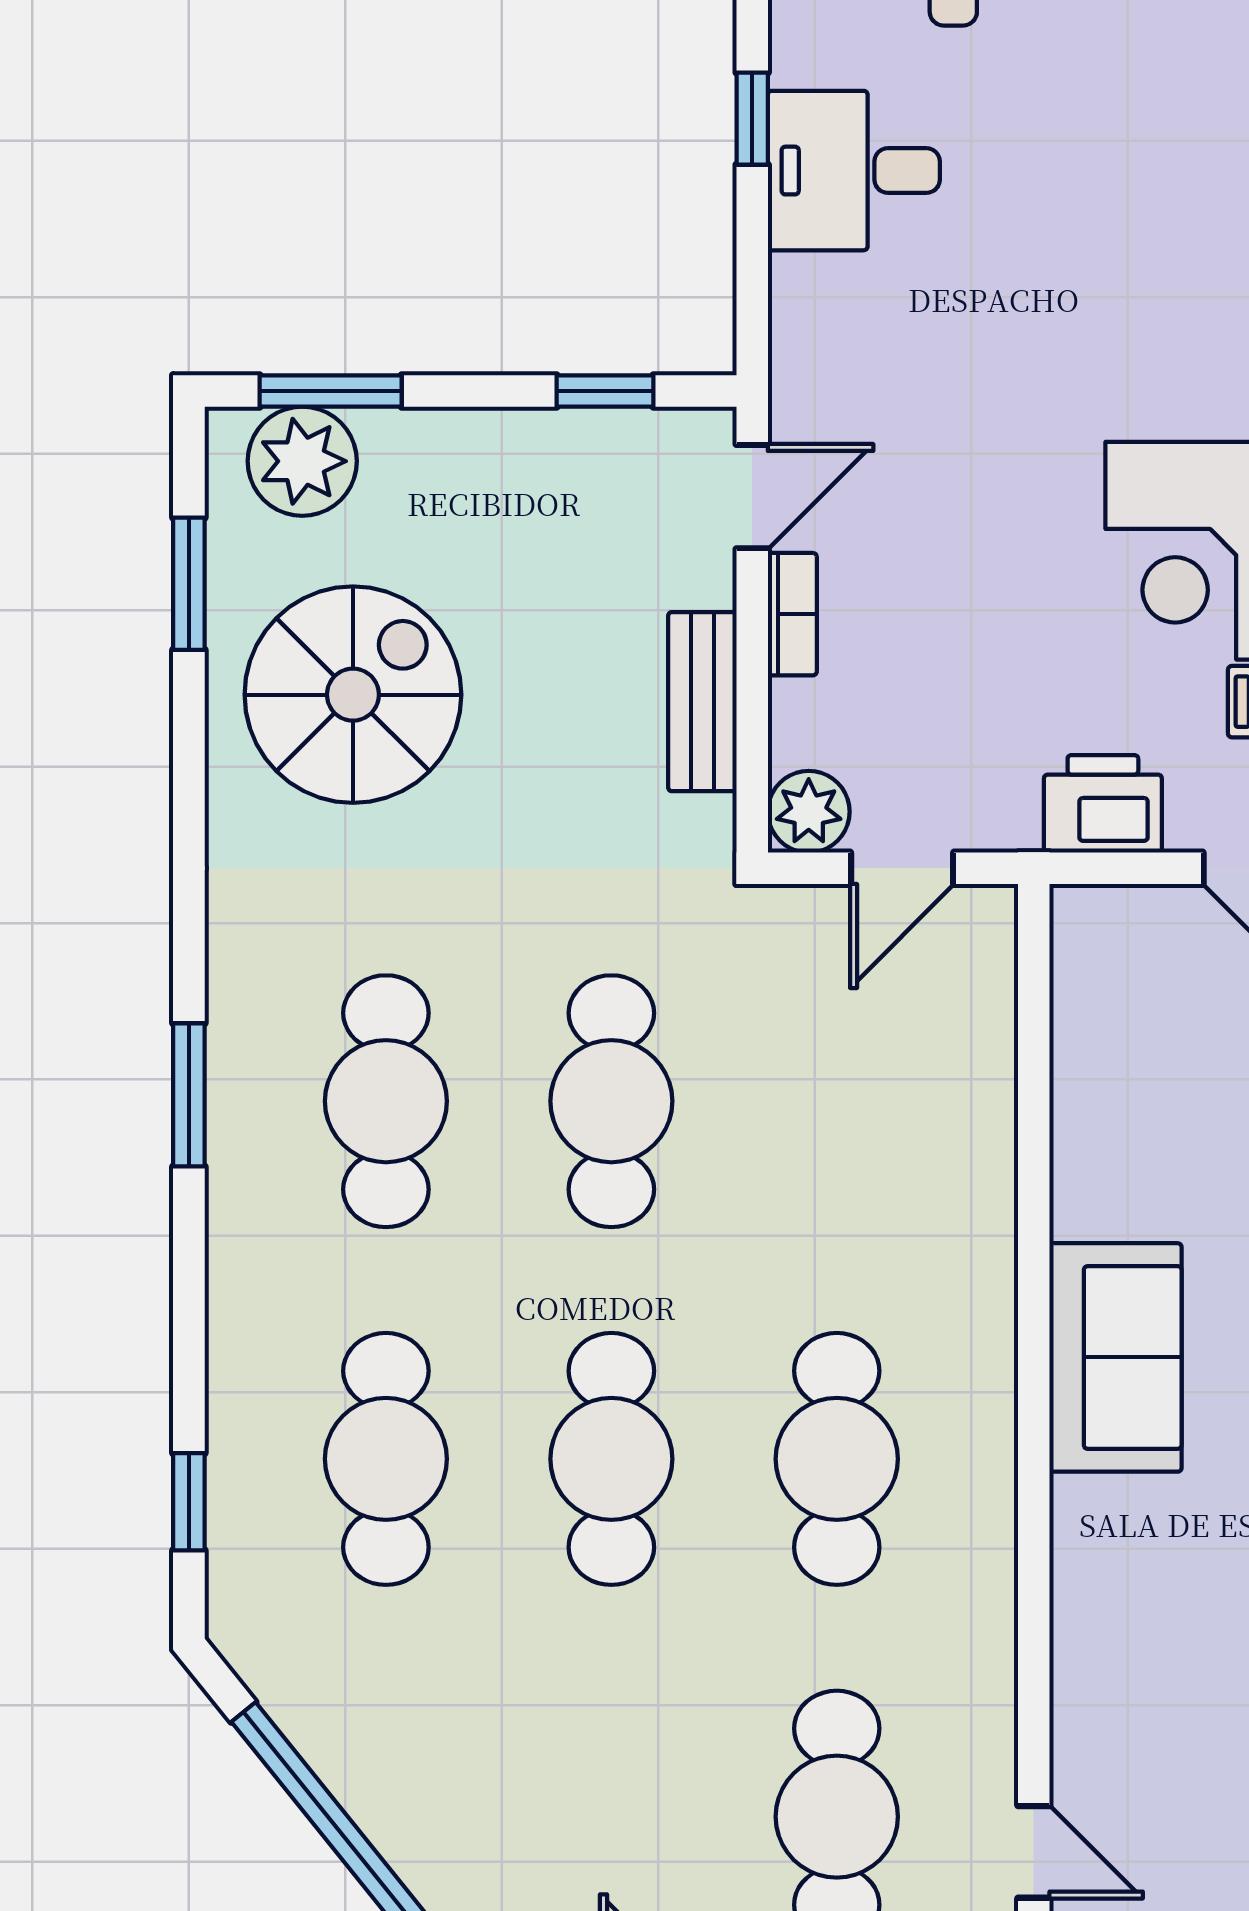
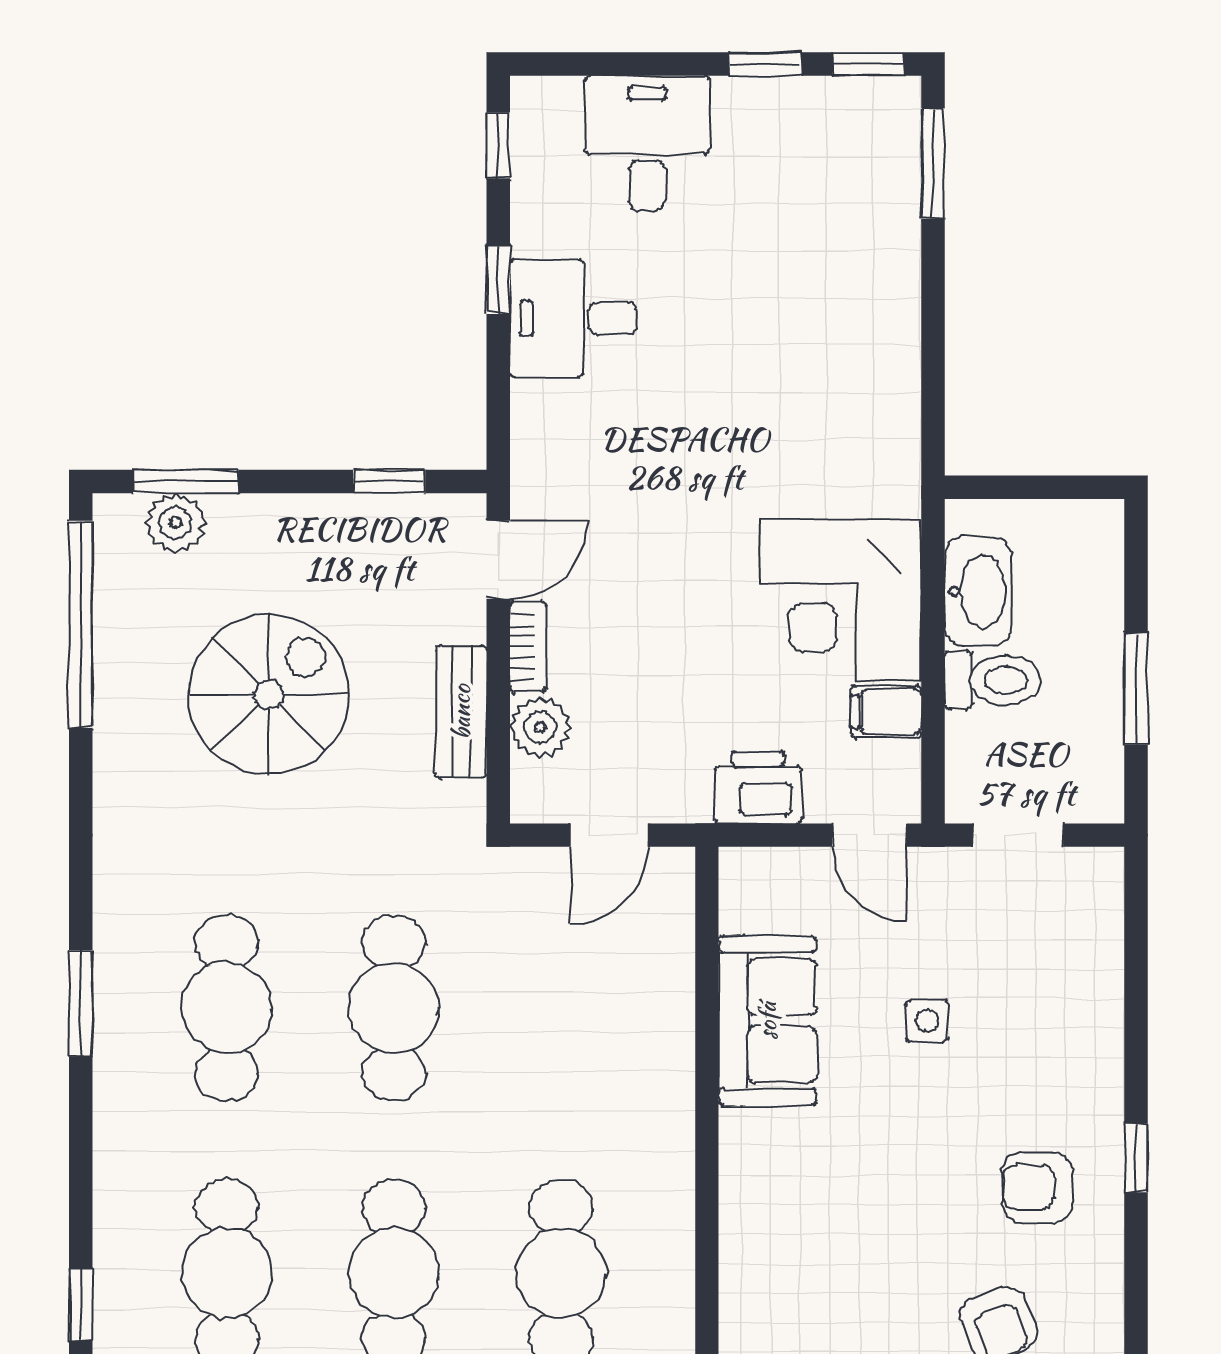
plant: (302, 461) -> (176, 523), width x0.73, depth x0.73
window: (189, 584) -> (81, 624), width x2.11
spiral stairs: (353, 695) -> (269, 694), moved
plant: (809, 812) -> (540, 727), moved
sofa: (1116, 1357) -> (767, 1021), moved

